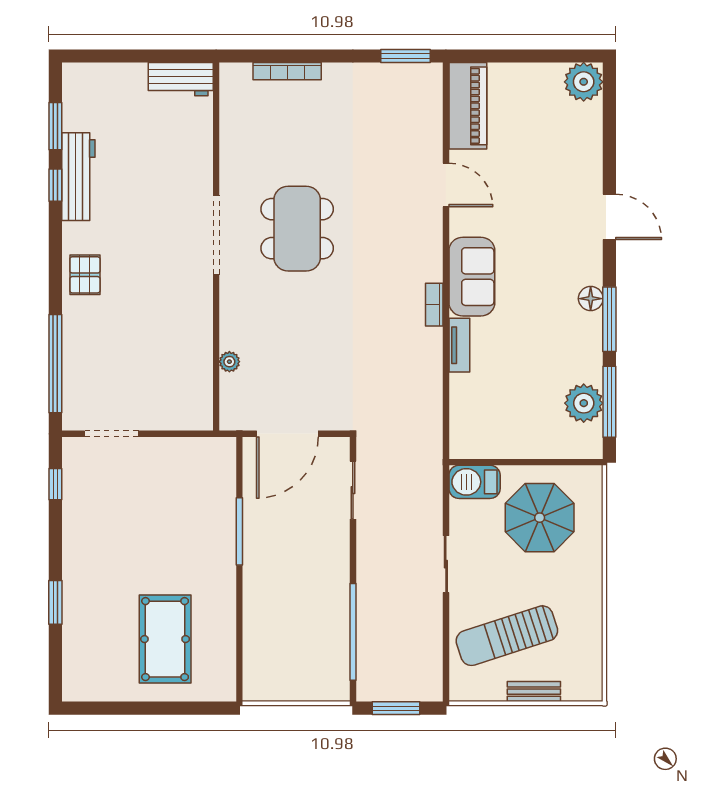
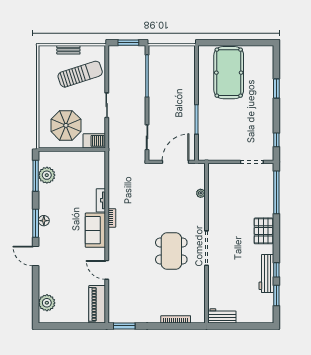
plant: (584, 82) -> (47, 303), moved
pallet: (85, 275) -> (264, 231), width x1.50, depth x1.42
window: (609, 319) -> (36, 223), moved
pool table: (165, 639) -> (229, 73), width x1.36, depth x1.32

